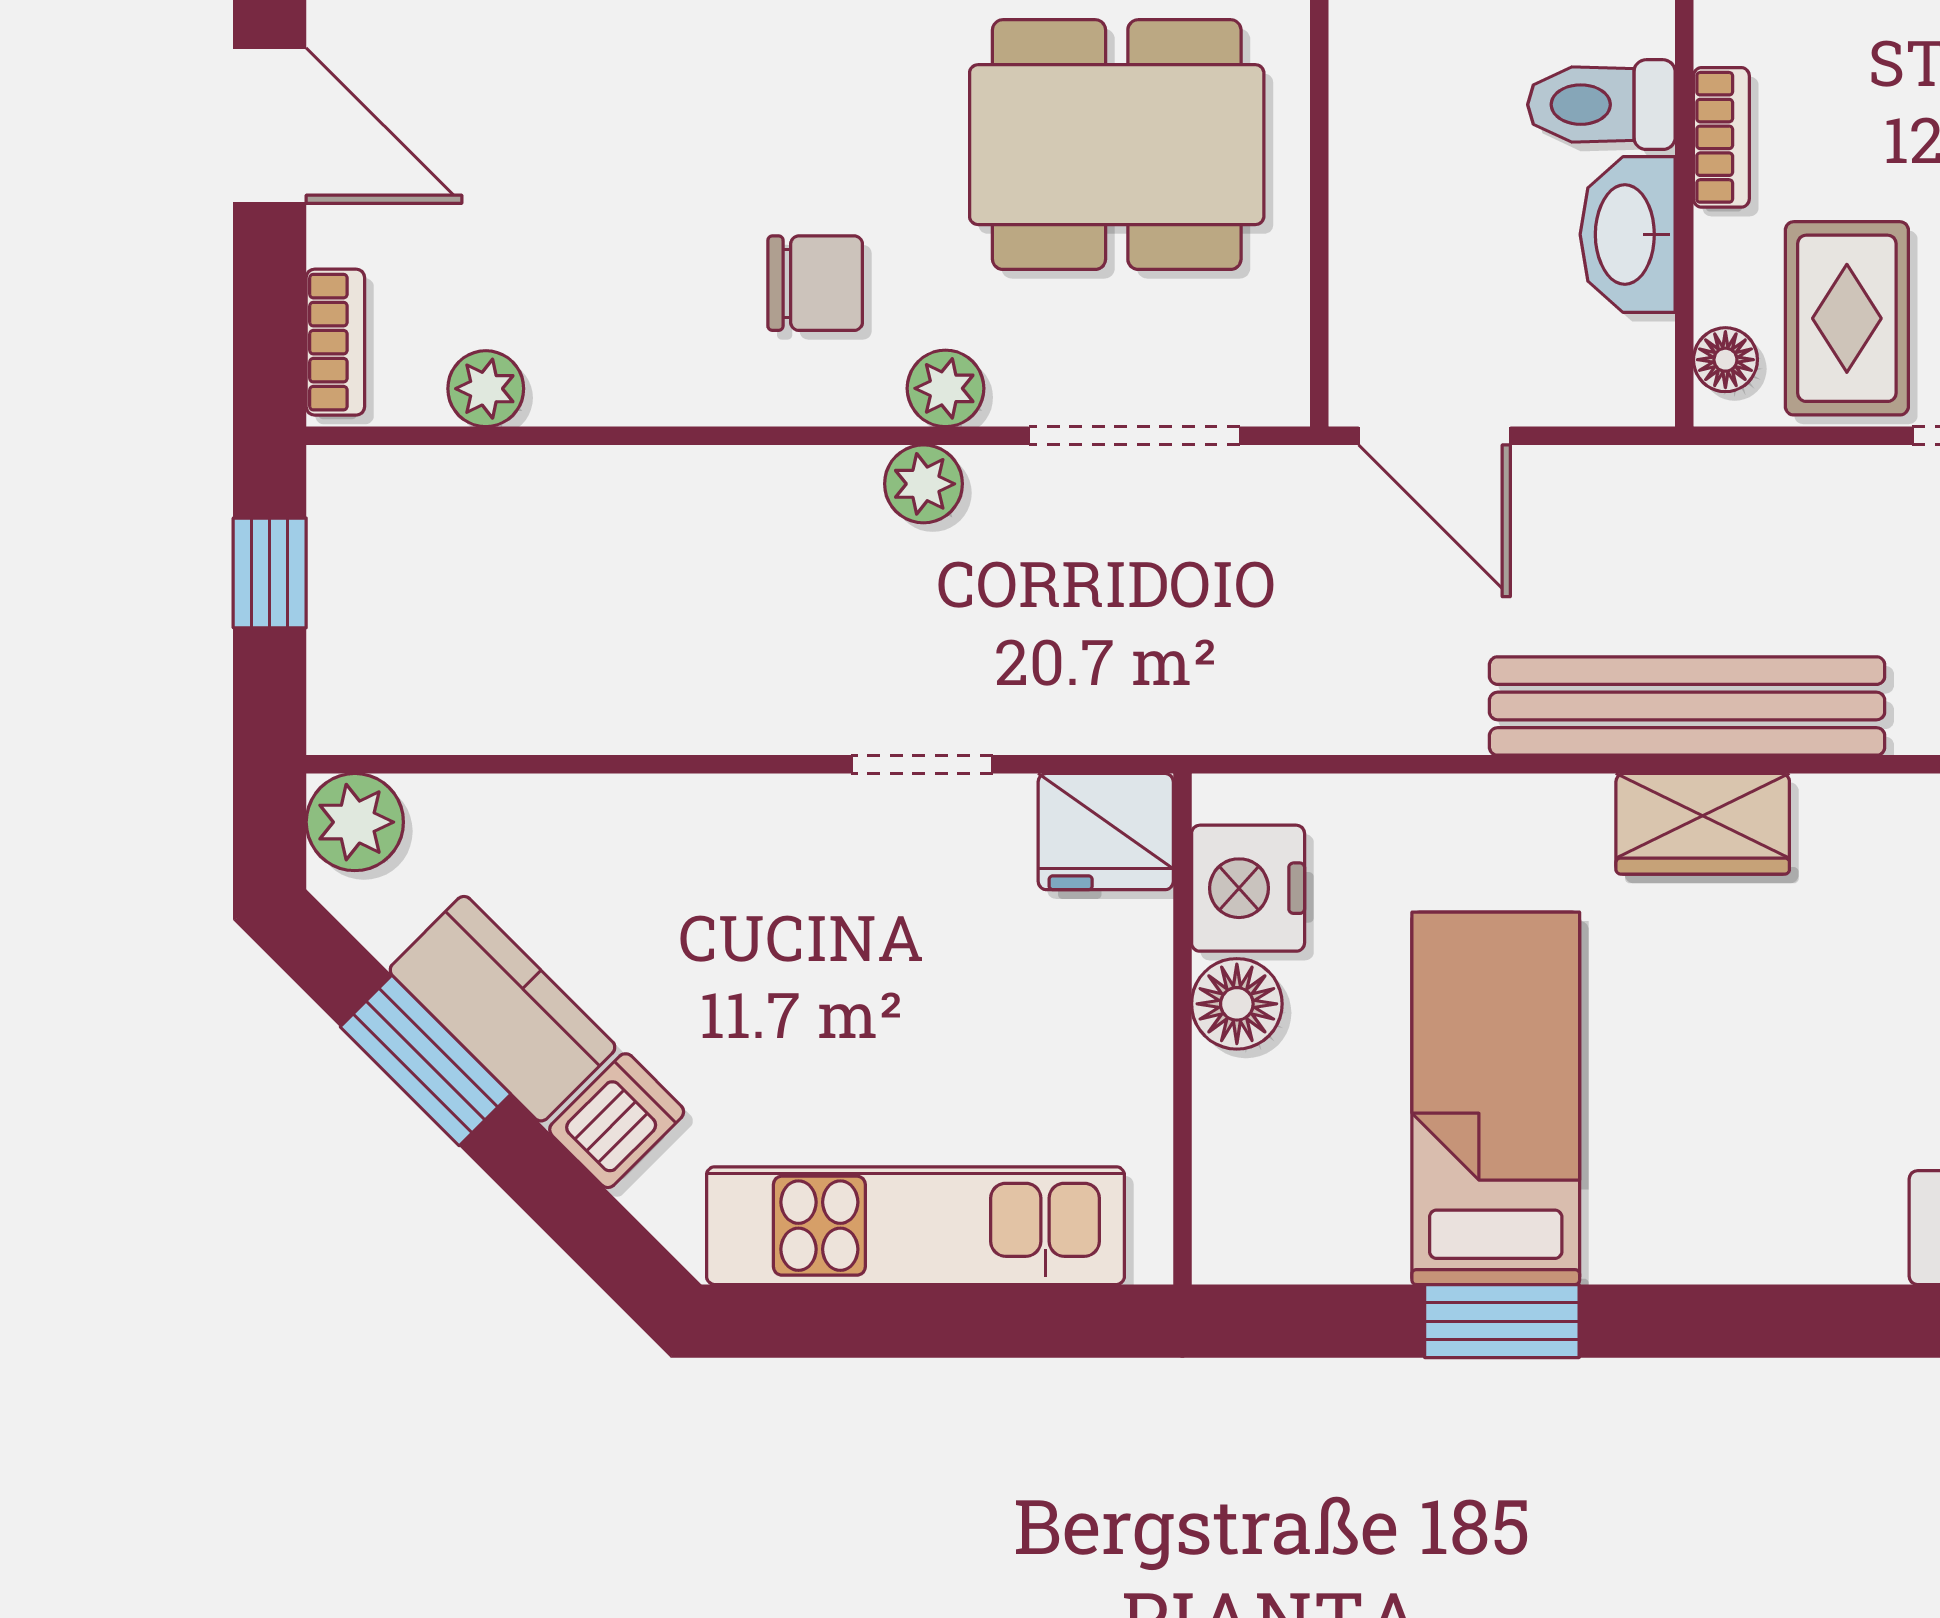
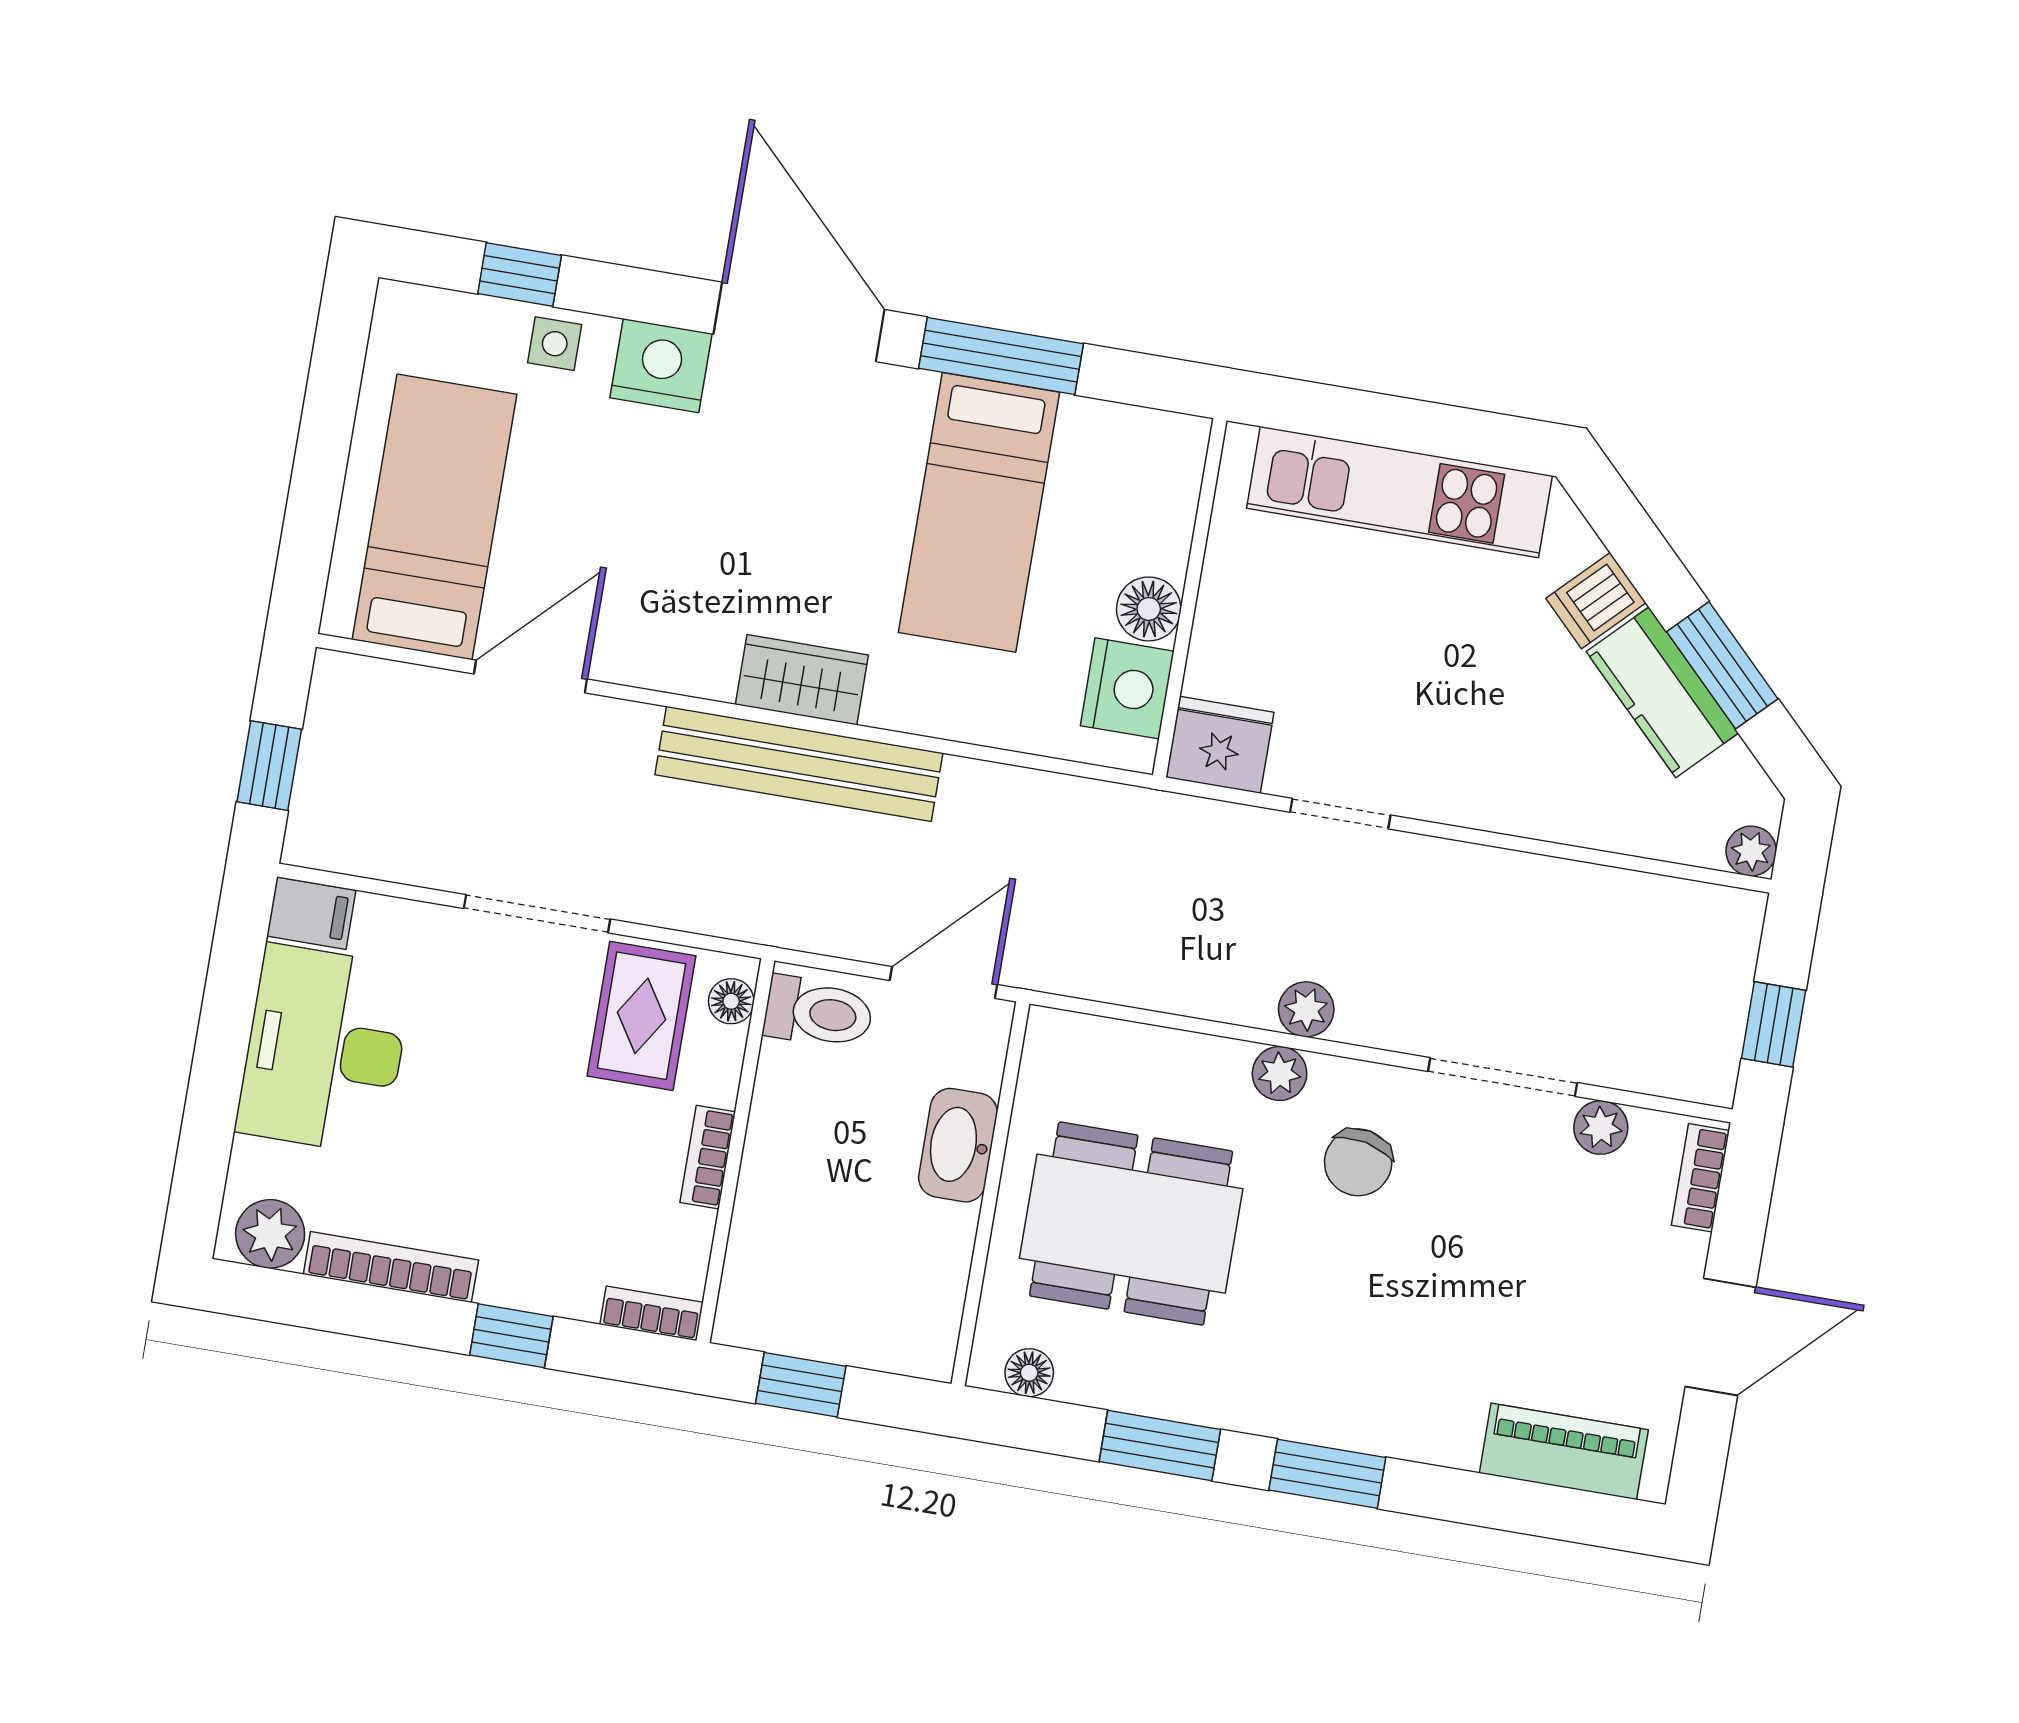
toilet: (1601, 105) -> (818, 1013), moved
door: (270, 126) -> (1721, 1337), swing flipped
washbasin: (1628, 234) -> (958, 1145), moved, turned 180
chair: (815, 283) -> (1358, 1162), turned -78
doorway: (1134, 436) -> (1503, 1077), moved
door: (1434, 436) -> (943, 983), hinge flipped
plant: (355, 822) -> (1751, 851), width x0.73, depth x0.73
window: (1502, 1321) -> (1001, 356), width x1.44
door: (1791, 1321) -> (799, 322), added

